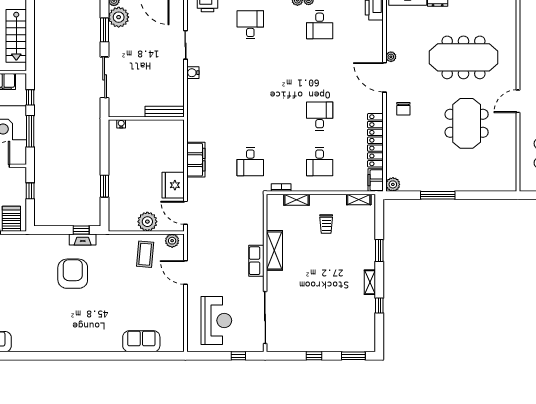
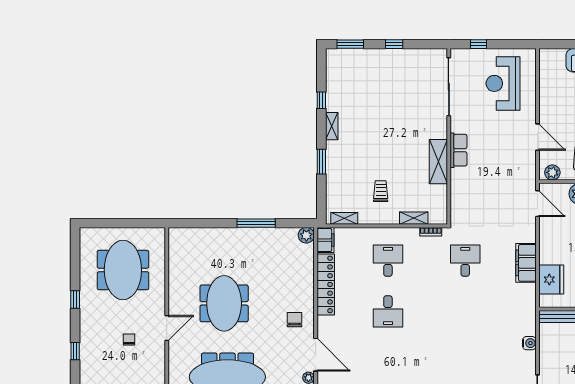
water cooler: (193, 73) -> (529, 343), moved
fridge: (173, 185) -> (551, 280), moved

